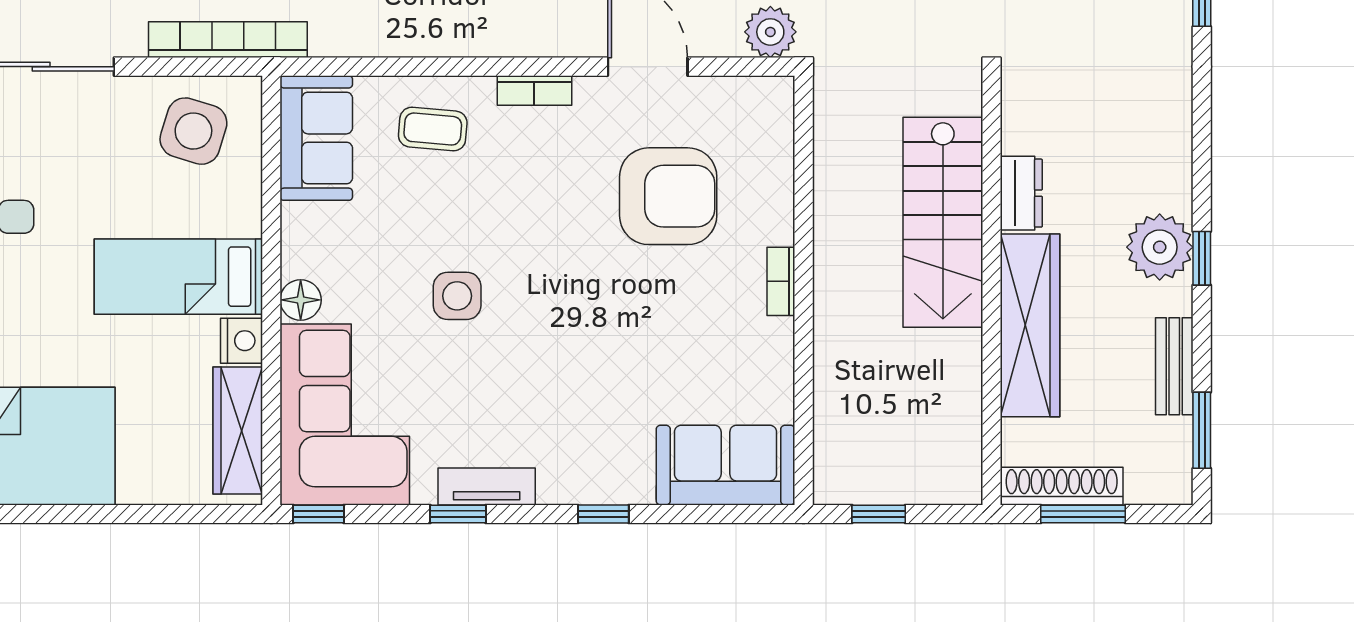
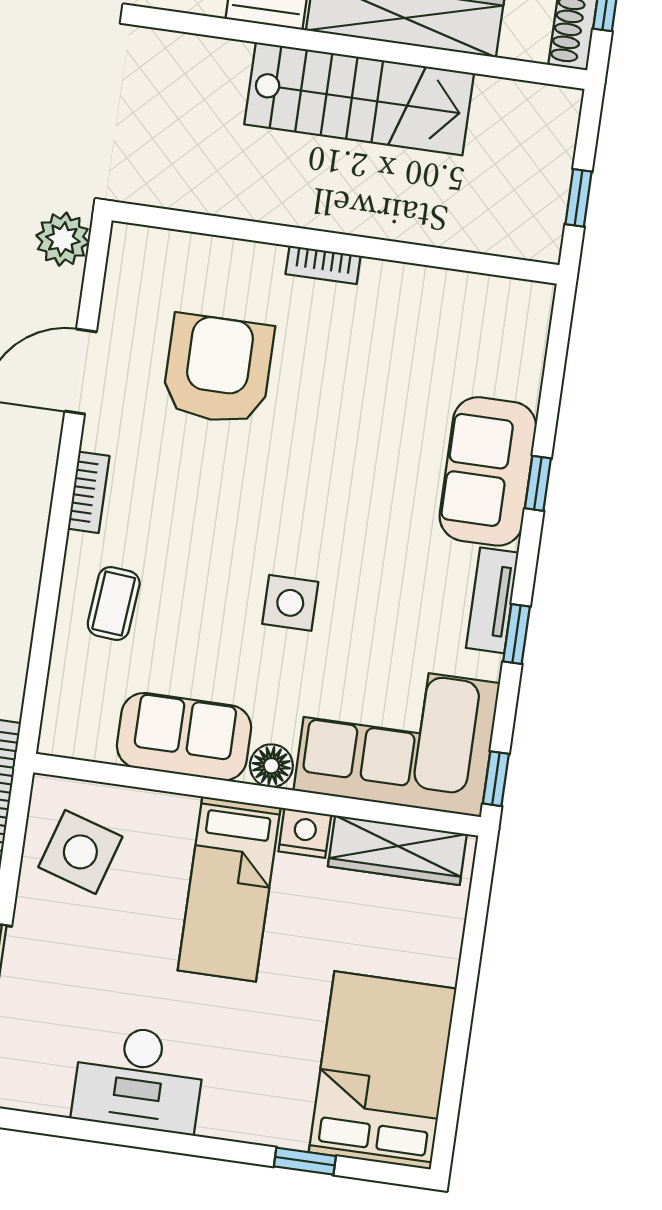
sofa: (316, 138) -> (184, 737), moved
stairs: (943, 222) -> (359, 99), moved
sofa: (725, 465) -> (488, 471), moved

